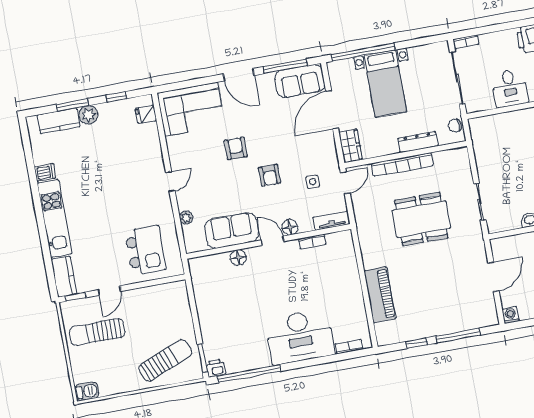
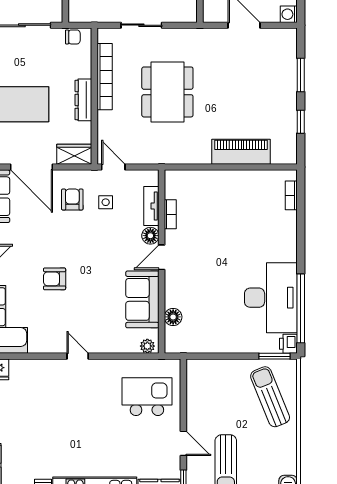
chair: (455, 126) -> (73, 37), turned -90
dresser: (418, 142) -> (83, 100), moved
bookcase: (402, 165) -> (105, 77), moved
armchair: (270, 175) -> (72, 199), moved, turned -90
sliding door: (480, 202) -> (141, 25), moved
plant: (186, 218) -> (147, 346), moved
tv unit: (332, 221) -> (151, 206), moved
floor lamp: (238, 258) -> (173, 317), moved
window: (458, 336) -> (301, 75), width x0.69
desk: (300, 337) -> (271, 298), moved

